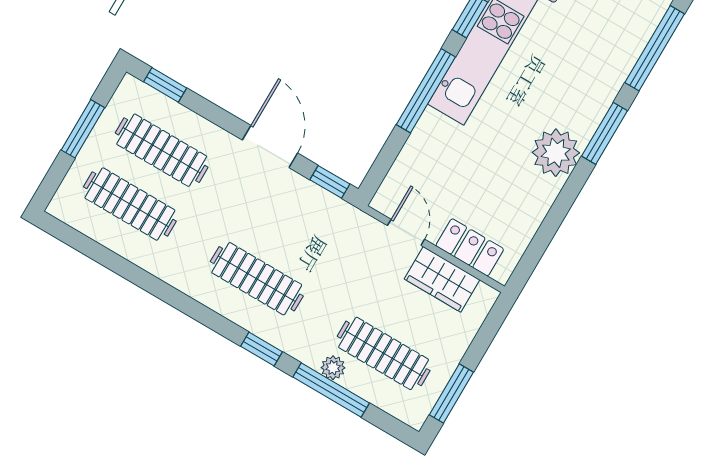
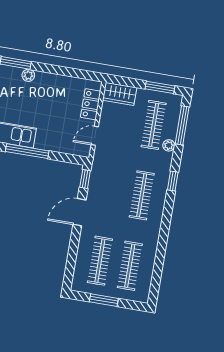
window: (165, 85) -> (70, 270), removed
plant: (556, 153) -> (28, 75), width x0.53, depth x0.53
wardrobe: (442, 279) -> (120, 94), moved, turned 90
window: (331, 390) -> (182, 125), moved

